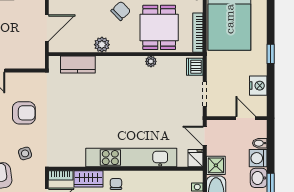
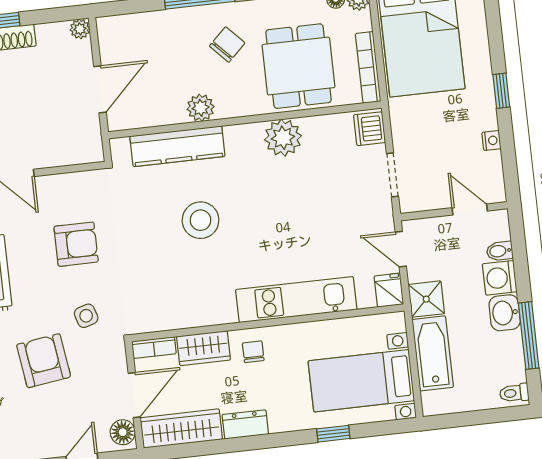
plant: (151, 61) -> (283, 138), width x1.87, depth x1.87
kitchen counter: (78, 65) -> (177, 146), width x1.50
nightstand: (258, 86) -> (491, 141), width x0.53, depth x0.56
stool: (95, 107) -> (200, 220), added
kitchen unit: (131, 158) -> (296, 300), width x0.73

